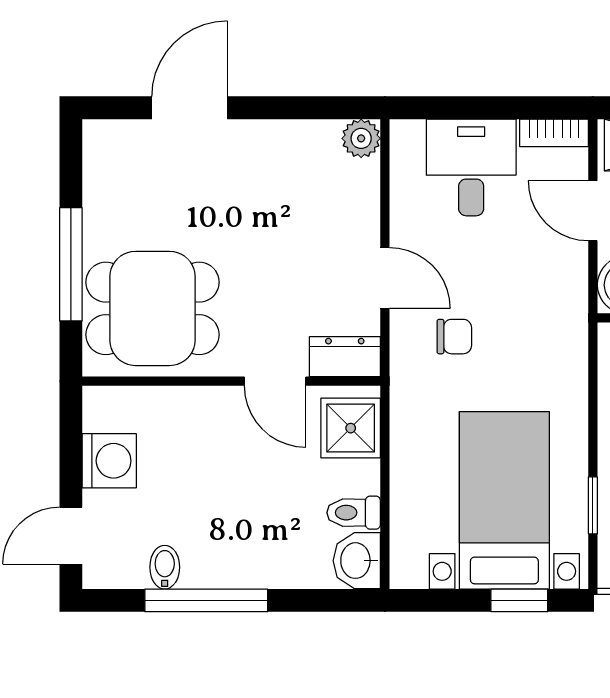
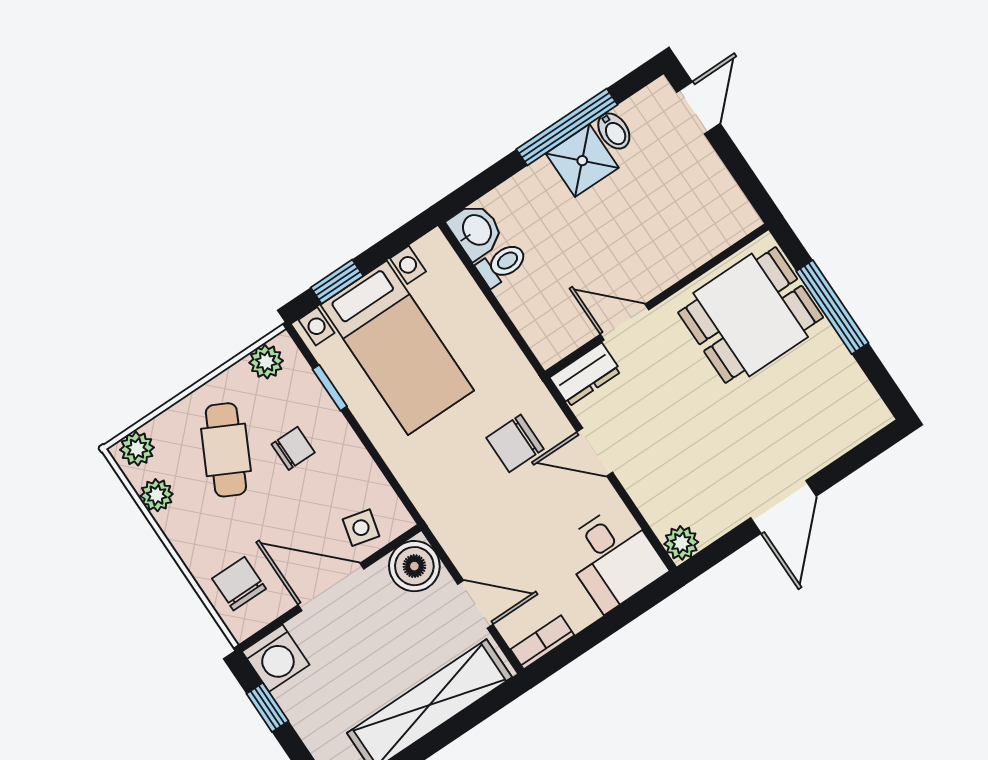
door: (190, 108) -> (783, 507), moved
desk: (471, 167) -> (613, 558), moved
chair: (454, 337) -> (515, 443), width x1.37, depth x1.37
shower: (351, 428) -> (582, 161), moved
washing machine: (109, 461) -> (707, 182), removed

